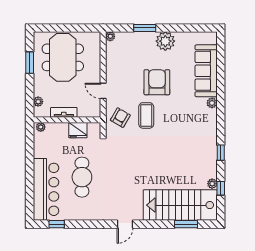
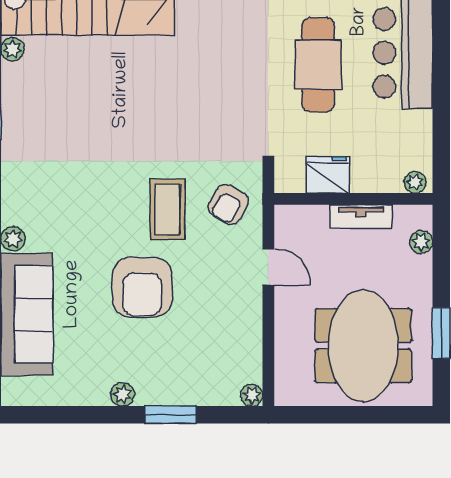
plant: (165, 41) -> (122, 394), width x0.53, depth x0.53

